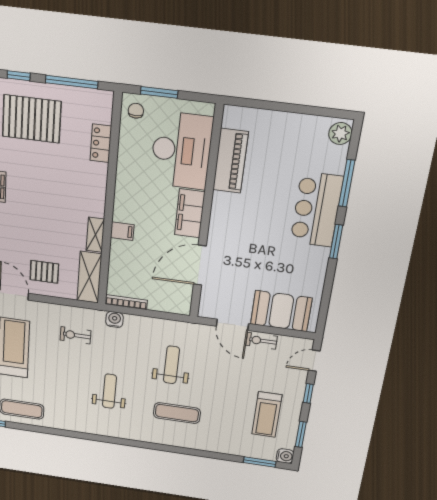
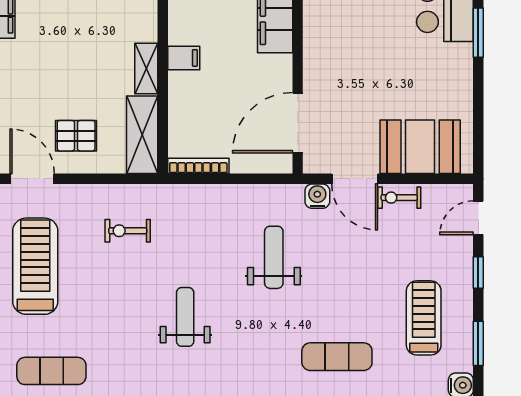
door: (200, 265) -> (298, 123), moved
water cooler: (115, 319) -> (317, 196), moved
exercise mat: (177, 413) -> (337, 357), moved
treadmill: (267, 415) -> (424, 318), turned 180

